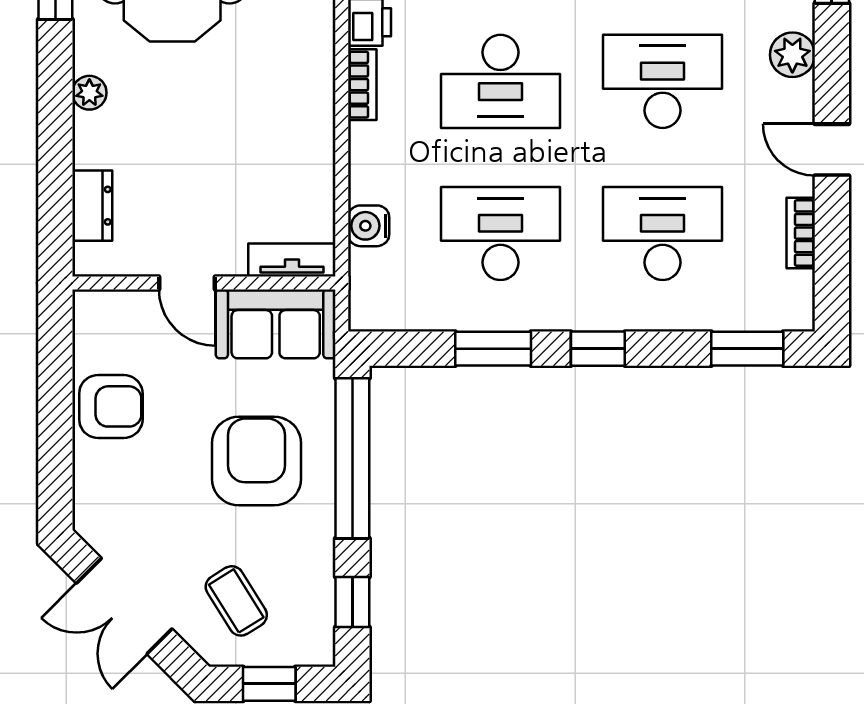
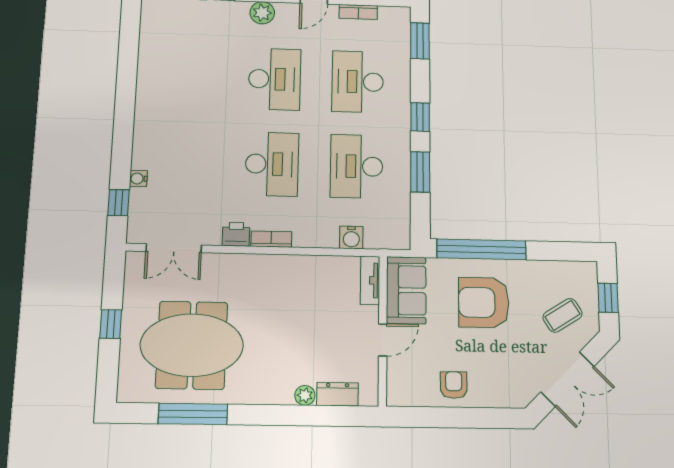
desk: (663, 81) -> (275, 79), turned 180
plant: (89, 93) -> (305, 395), moved
armchair: (111, 406) -> (454, 385), width x0.72, depth x0.72
window: (352, 602) -> (561, 251), removed

